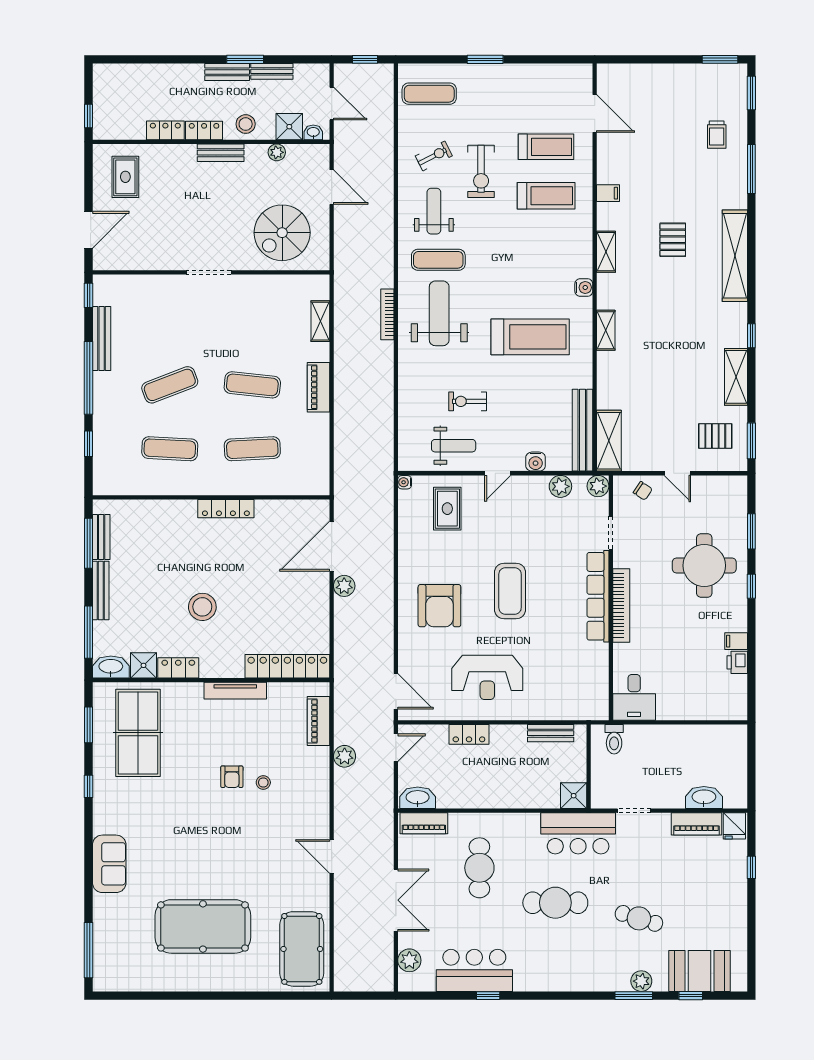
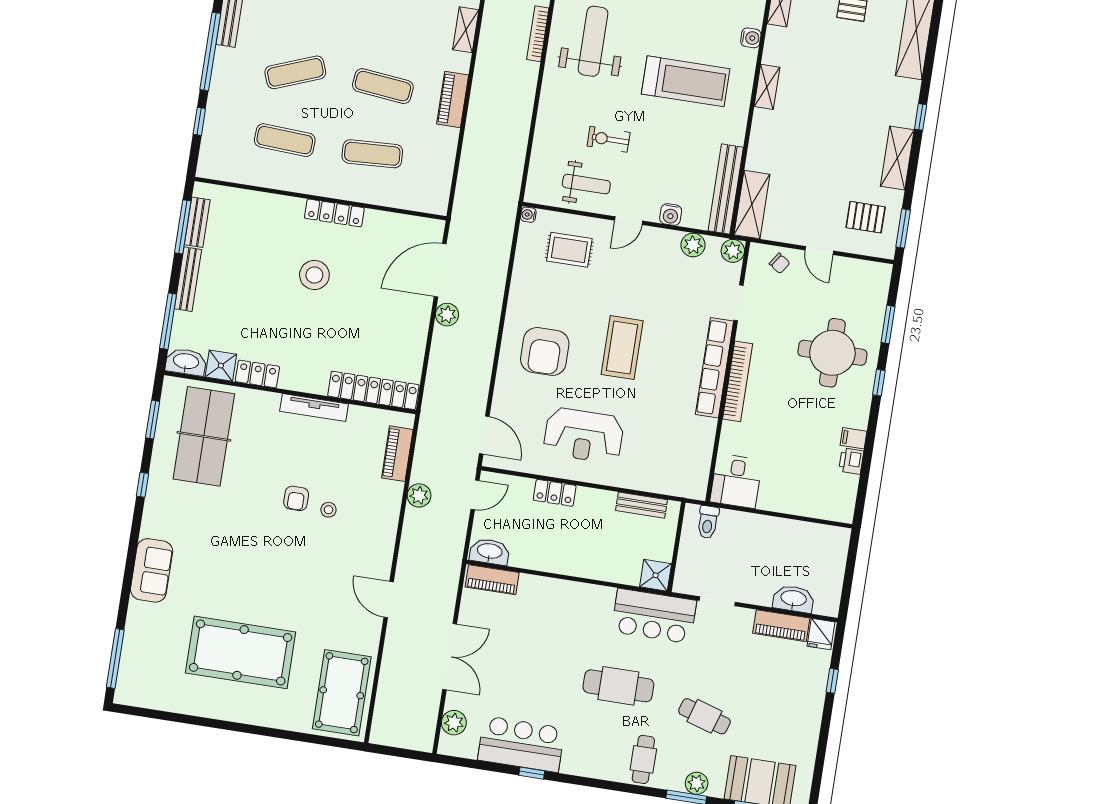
rug: (447, 509) -> (569, 250), turned 90
stool: (202, 607) -> (314, 275), moved
cafe table: (479, 868) -> (643, 759), moved, width x0.73, depth x0.74

